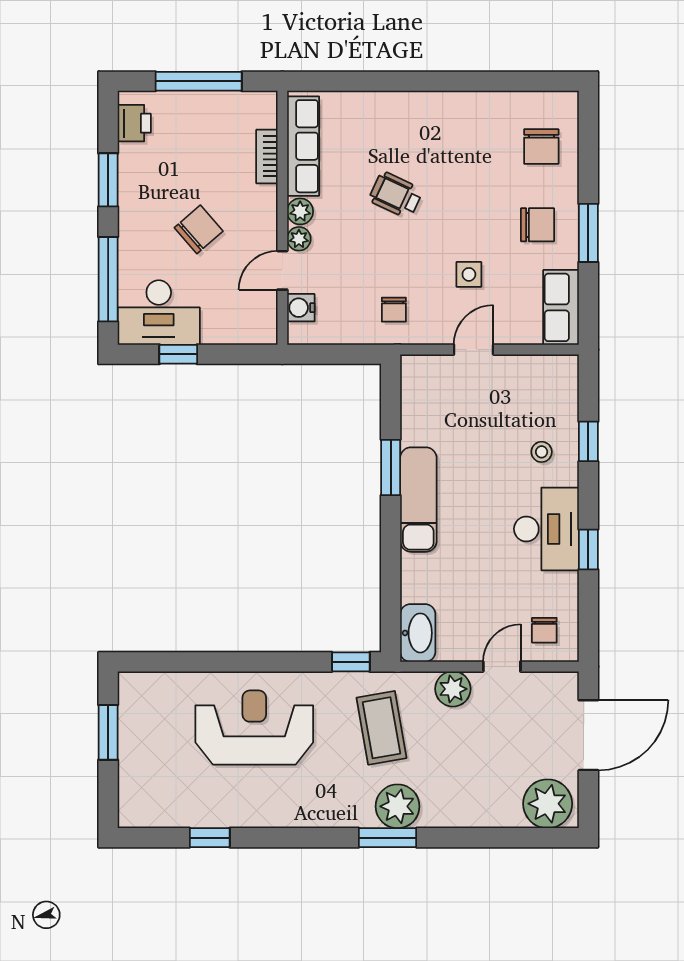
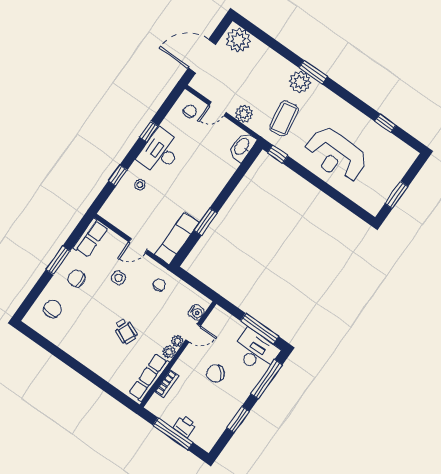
printer: (134, 123) -> (185, 426), moved, turned 90
window: (178, 354) -> (260, 329), width x2.17
exam couch: (418, 500) -> (177, 239), moved

